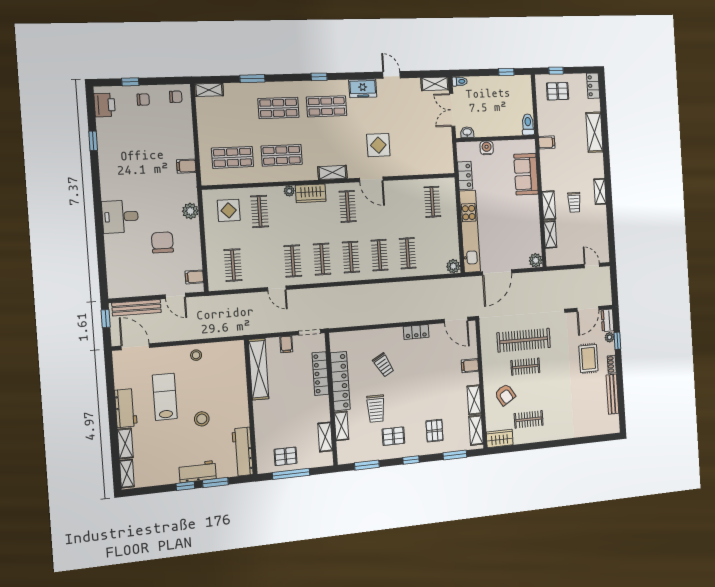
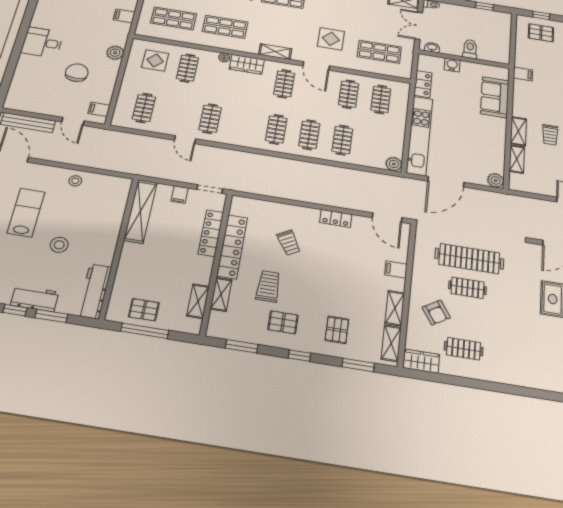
toilet: (528, 125) -> (470, 49), moved
shop shelf: (423, 149) -> (379, 52), added
clothes rail: (322, 259) -> (349, 94), moved
trolley: (376, 408) -> (268, 286), turned 180

